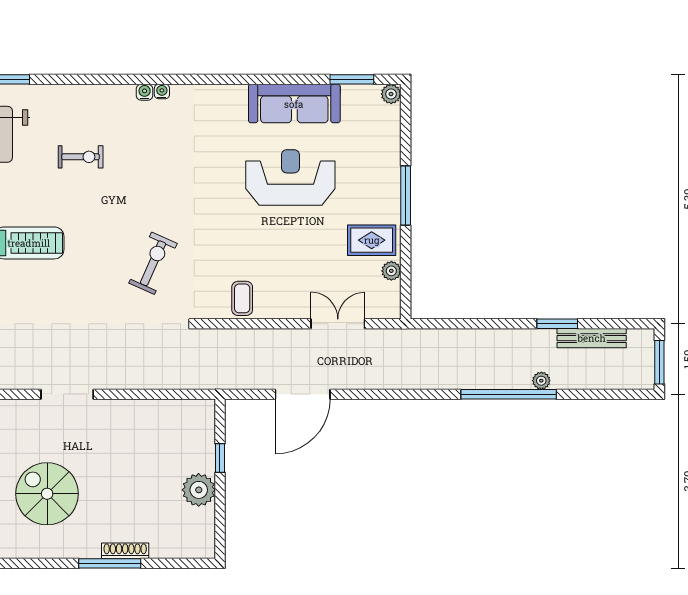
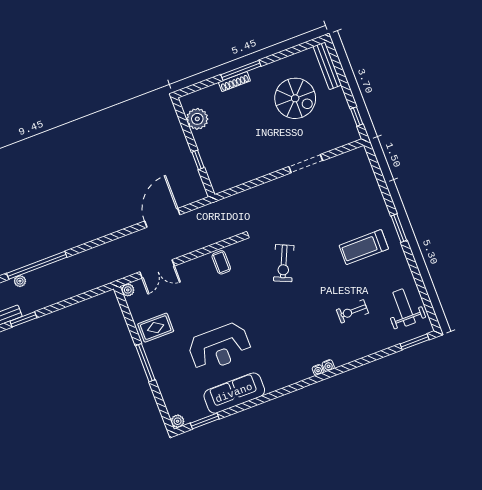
plant: (391, 271) -> (128, 290), moved
plant: (199, 490) -> (197, 119), moved

